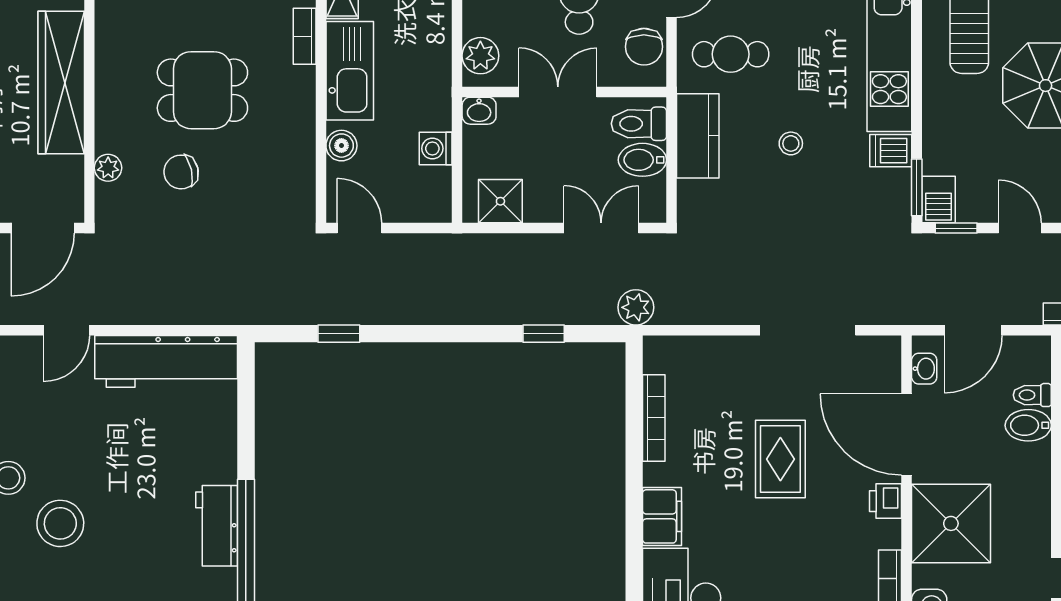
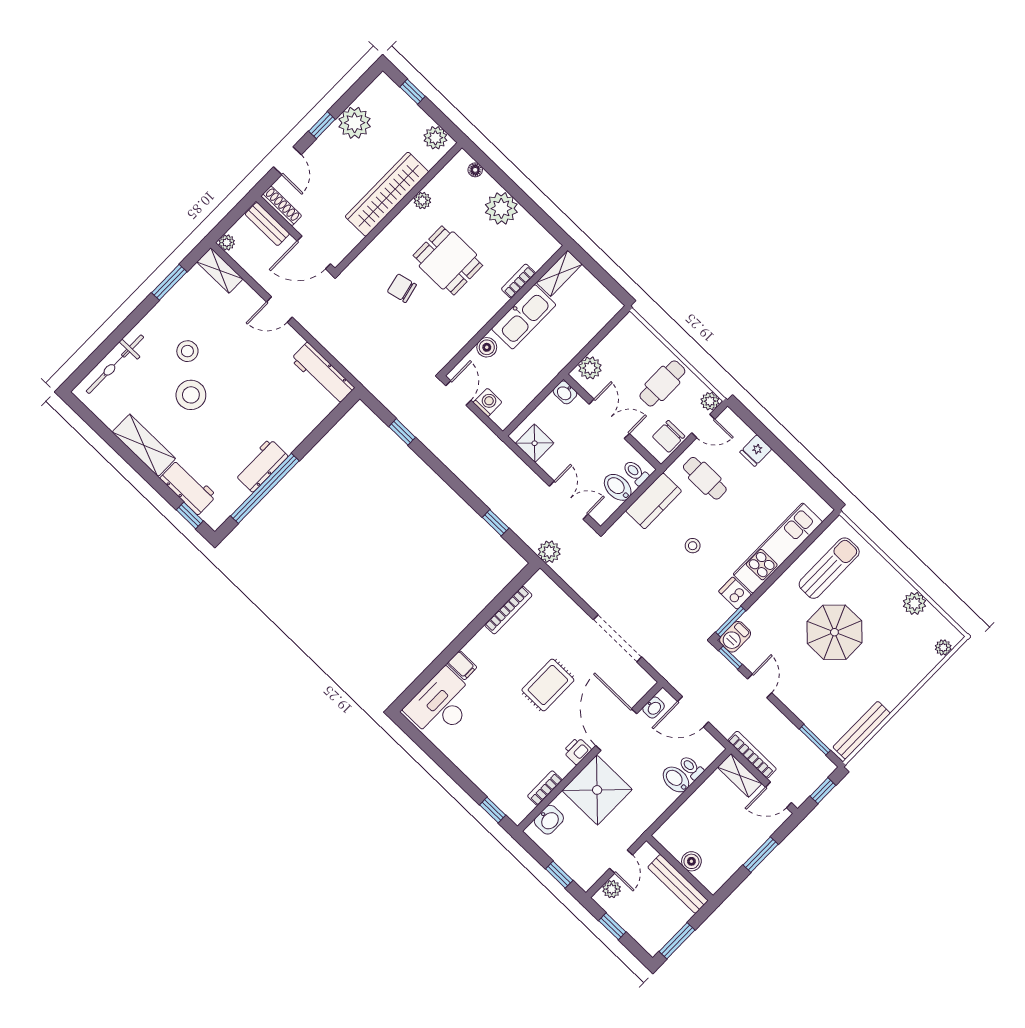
toilet: (639, 124) -> (636, 473), width x0.73, depth x0.72
washing machine: (436, 148) -> (488, 402), moved, turned 90
plant: (108, 168) -> (422, 201), moved
workbench: (166, 361) -> (323, 374), width x0.73, depth x0.76
filing cabinet: (662, 516) -> (462, 665), width x0.50

